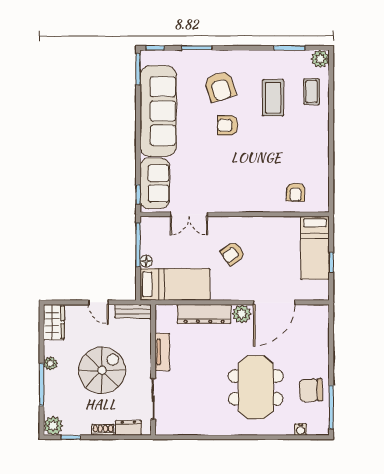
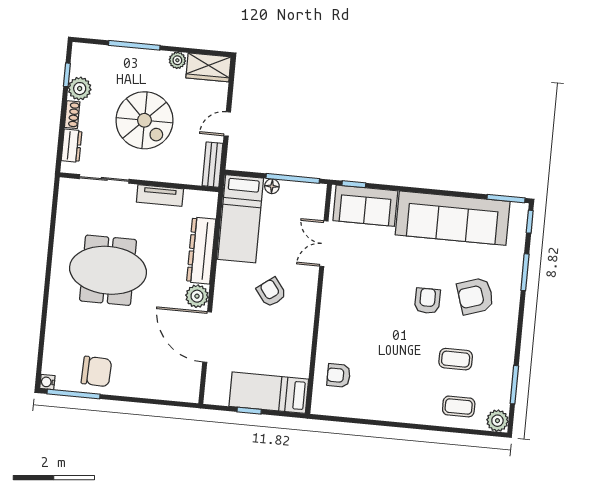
coffee table: (273, 98) -> (456, 359), width x0.73, depth x0.77
plant: (50, 363) -> (177, 60), moved
meeting table: (256, 387) -> (108, 270), moved
chair: (311, 390) -> (96, 371), turned 95
plant: (53, 426) -> (80, 89), moved
water cooler: (301, 429) -> (47, 382), moved

